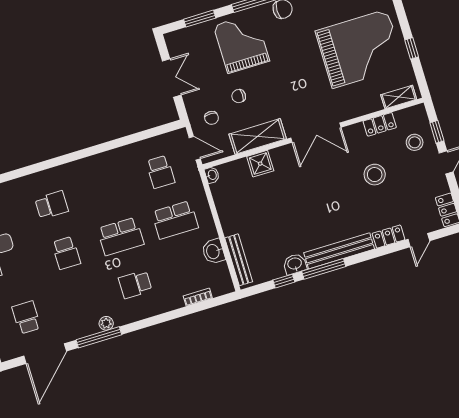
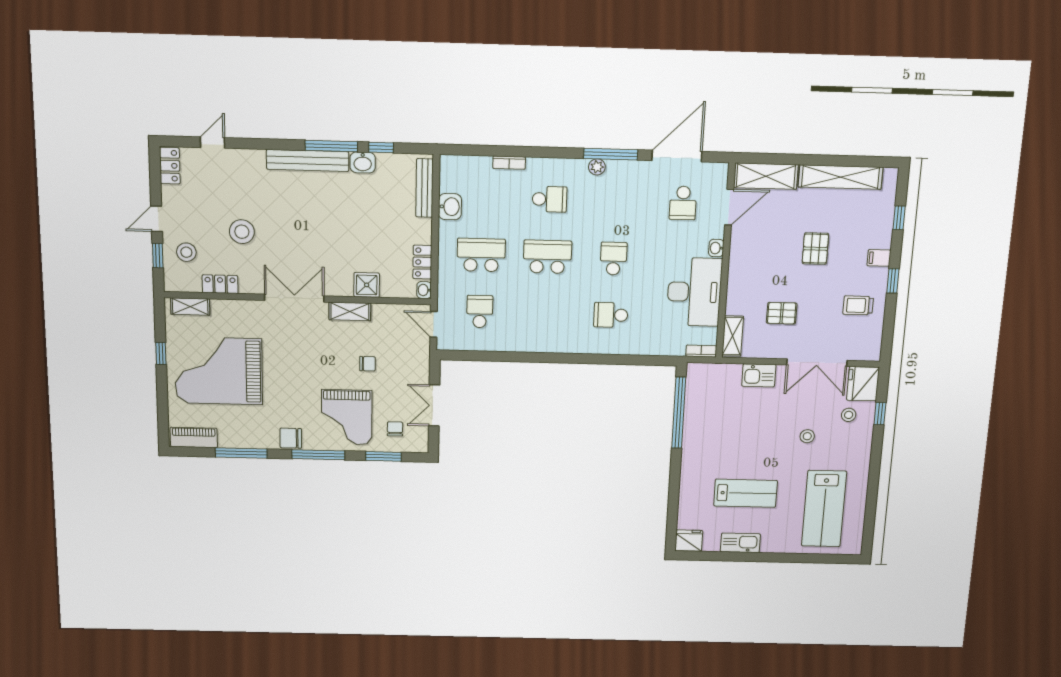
chair: (212, 118) -> (395, 429), moved
shelving: (258, 136) -> (350, 311), width x0.67, depth x0.75
locker: (389, 237) -> (422, 262), moved, turned 90
bookcase: (198, 297) -> (509, 163), moved

